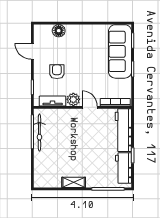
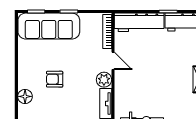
armchair: (57, 72) -> (55, 79), moved
door: (90, 107) -> (113, 61), swing flipped

